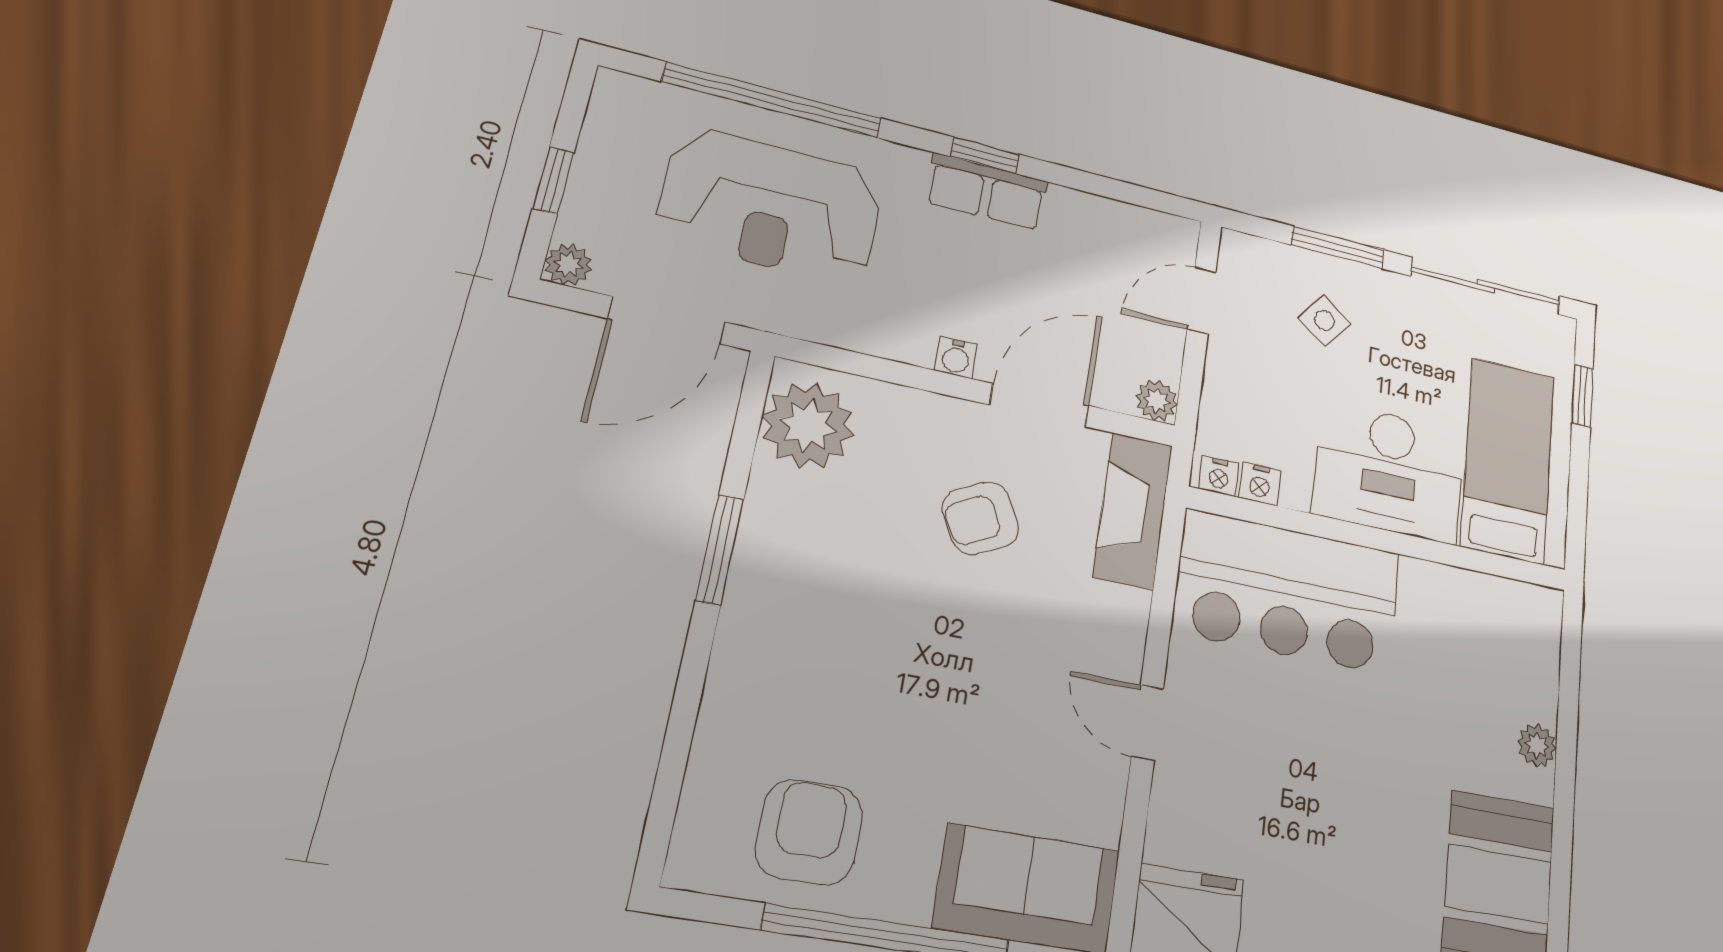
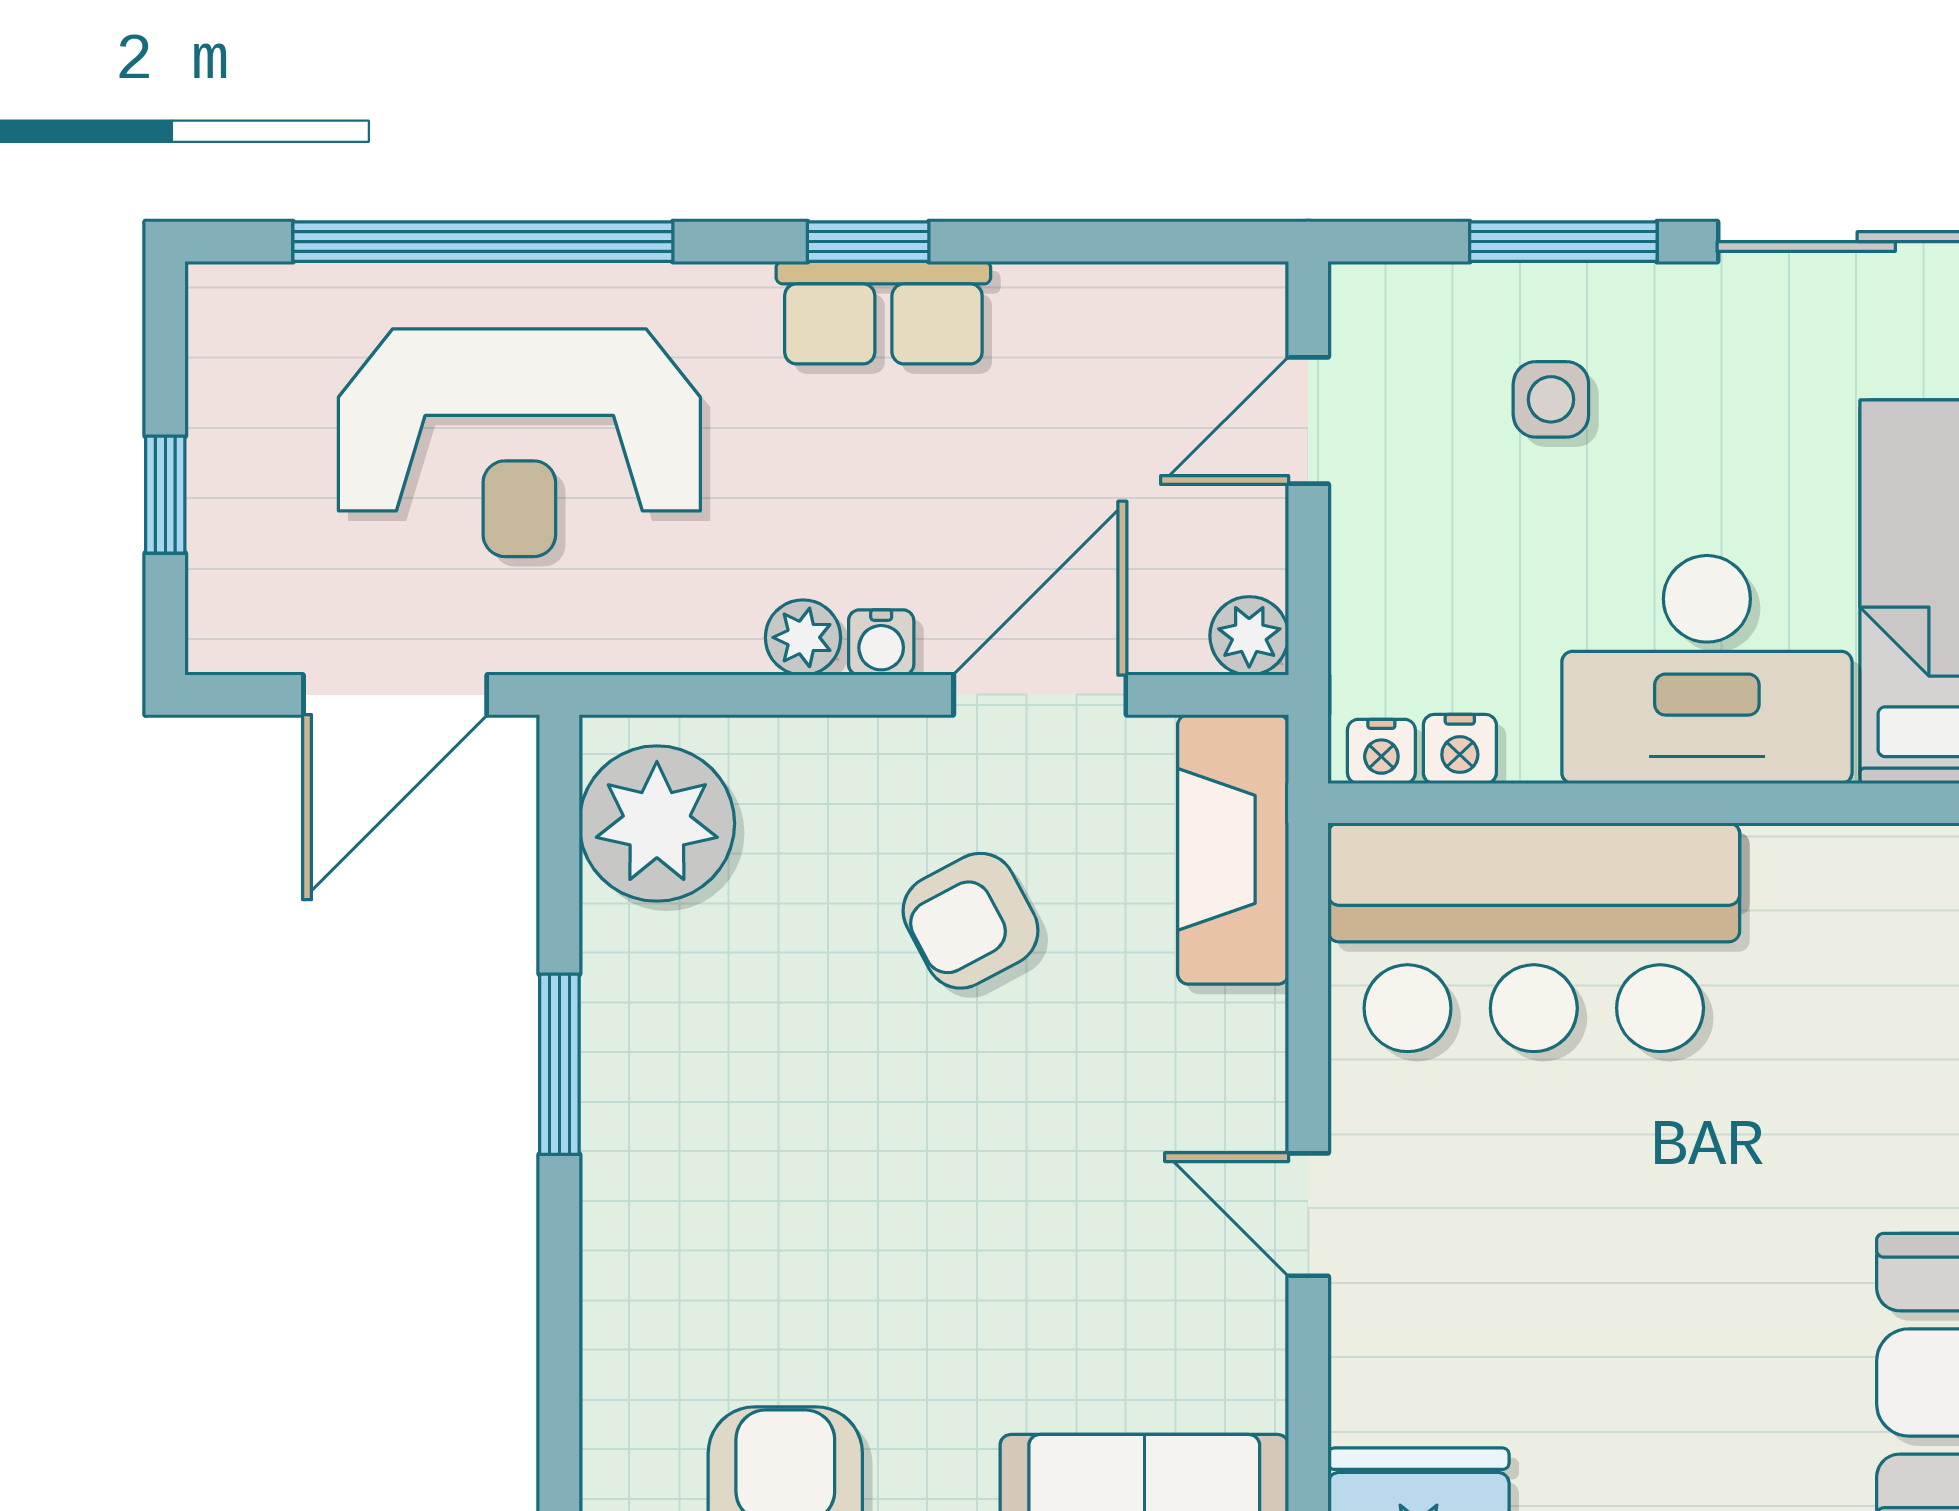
plant: (568, 265) -> (803, 637), moved
side table: (1324, 320) -> (1551, 399), turned -38

